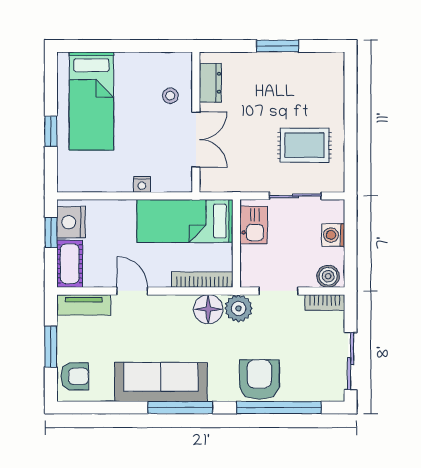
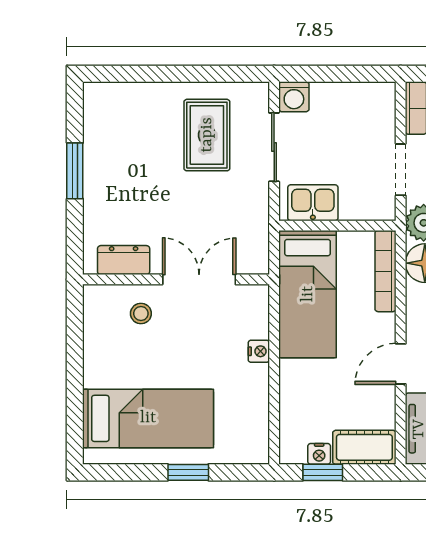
nightstand: (71, 222) -> (319, 454), width x0.53, depth x0.56
washing machine: (333, 235) -> (294, 97), moved
boiler: (328, 276) -> (381, 104), removed

